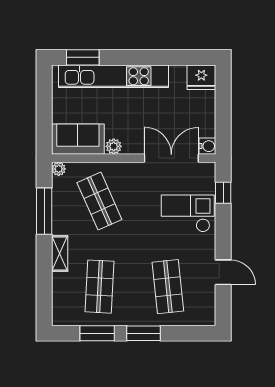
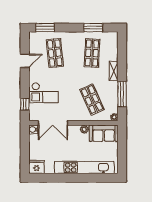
window: (83, 57) -> (101, 178), removed
door: (223, 272) -> (25, 61), swing flipped
window: (143, 333) -> (45, 28), moved

